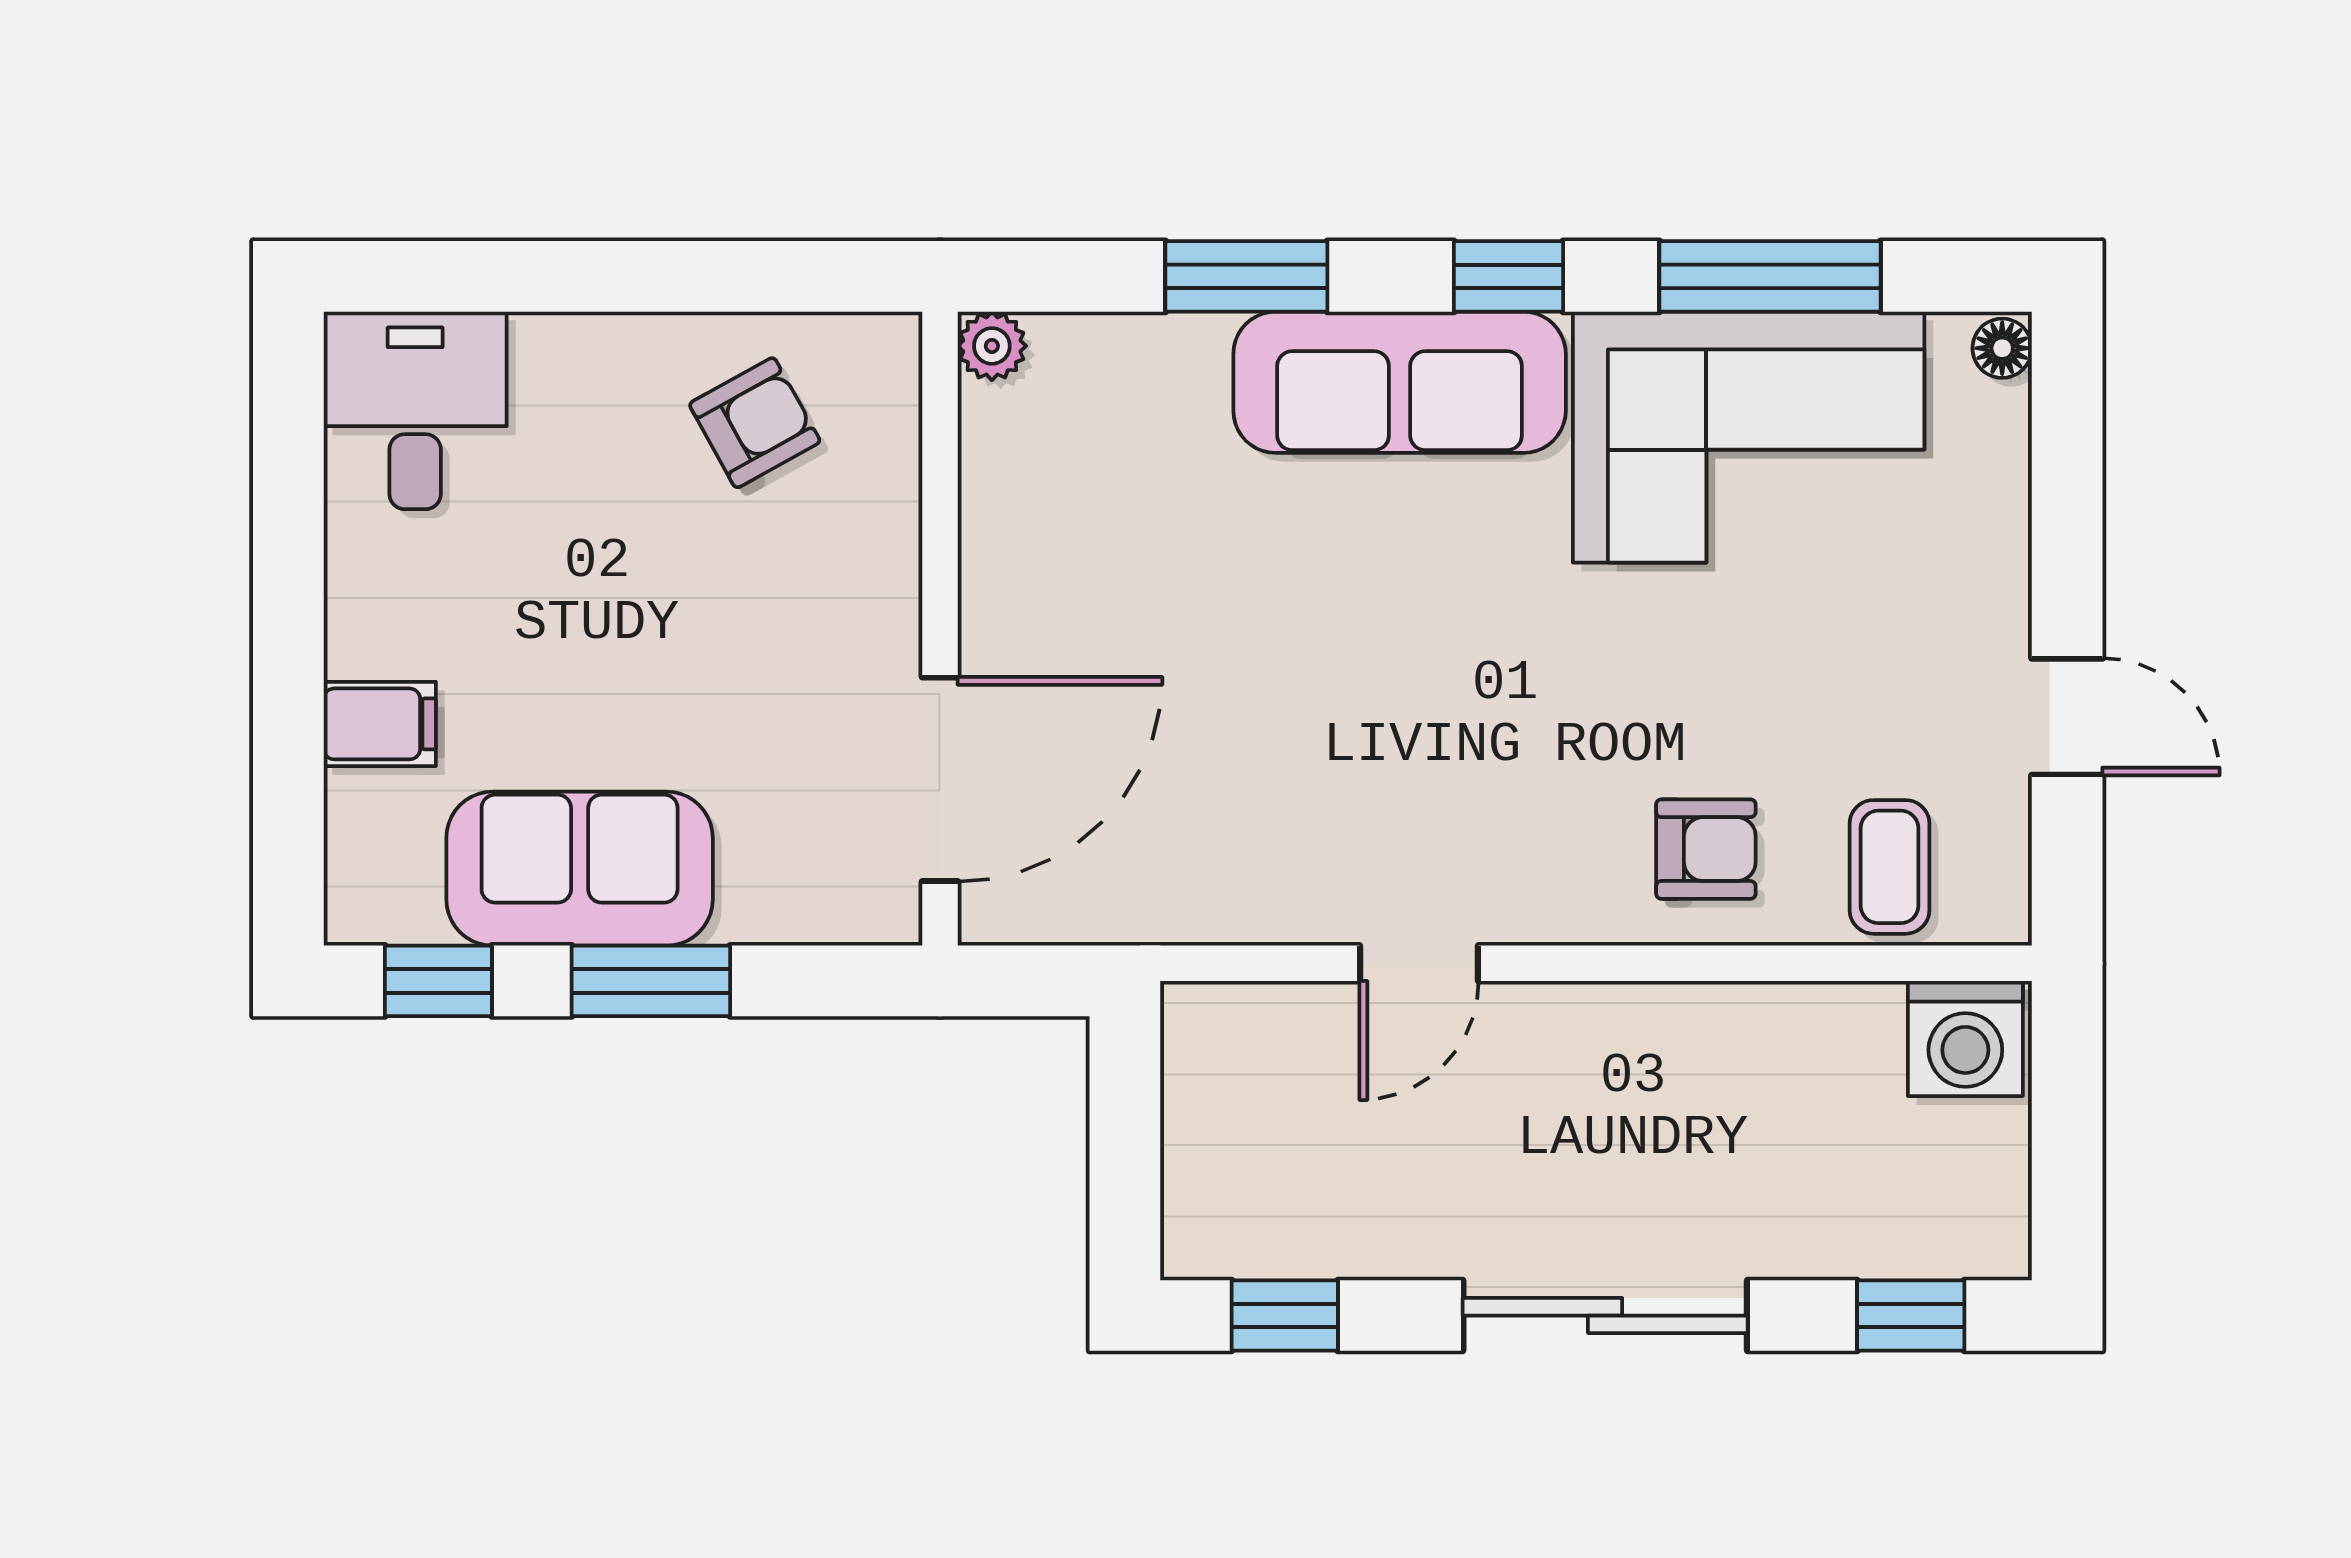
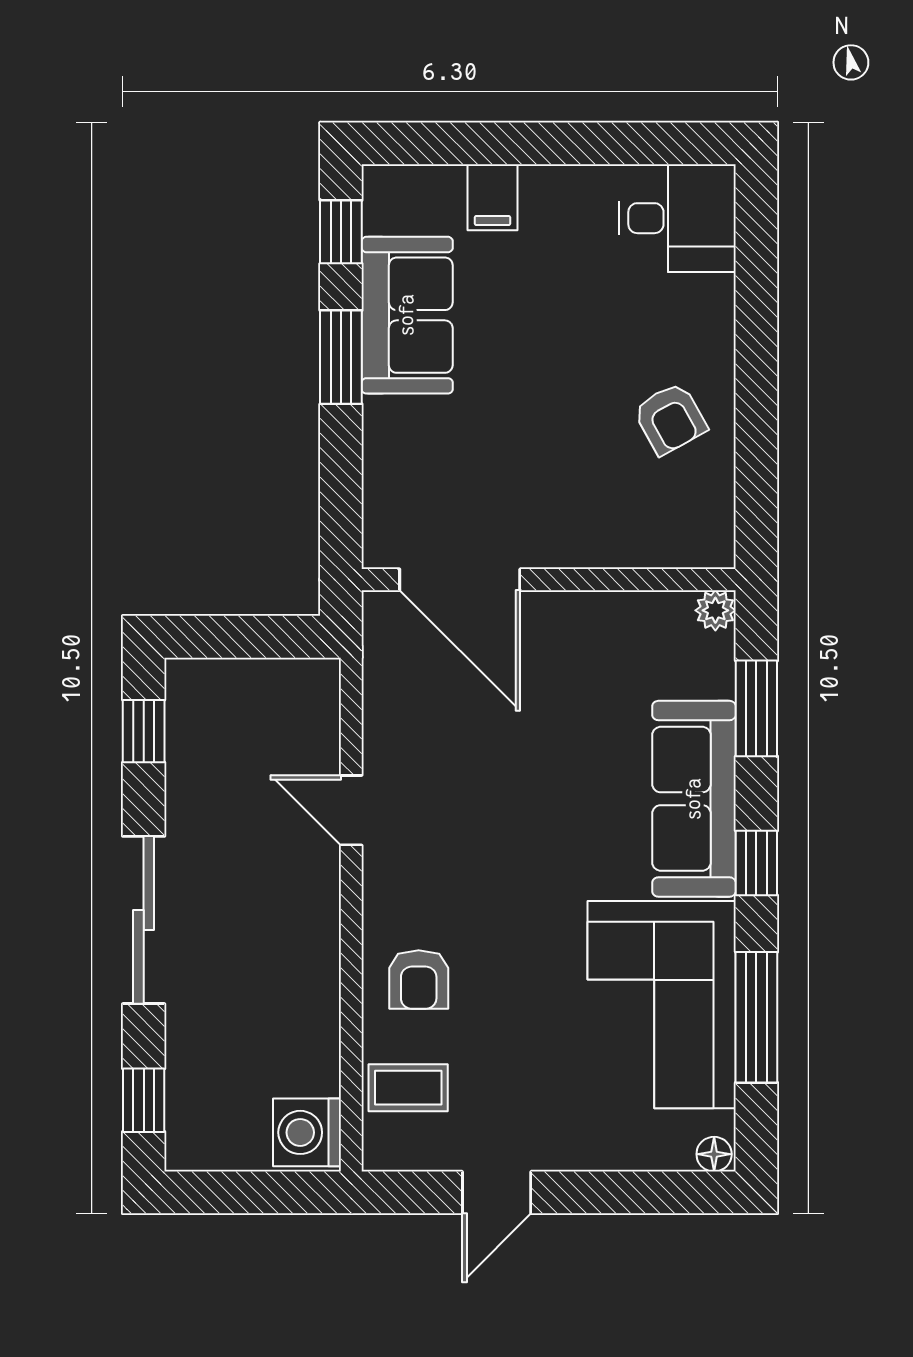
plant: (992, 346) -> (715, 610), moved
wall: (940, 629) -> (549, 580), moved
door: (940, 779) -> (460, 580), moved

